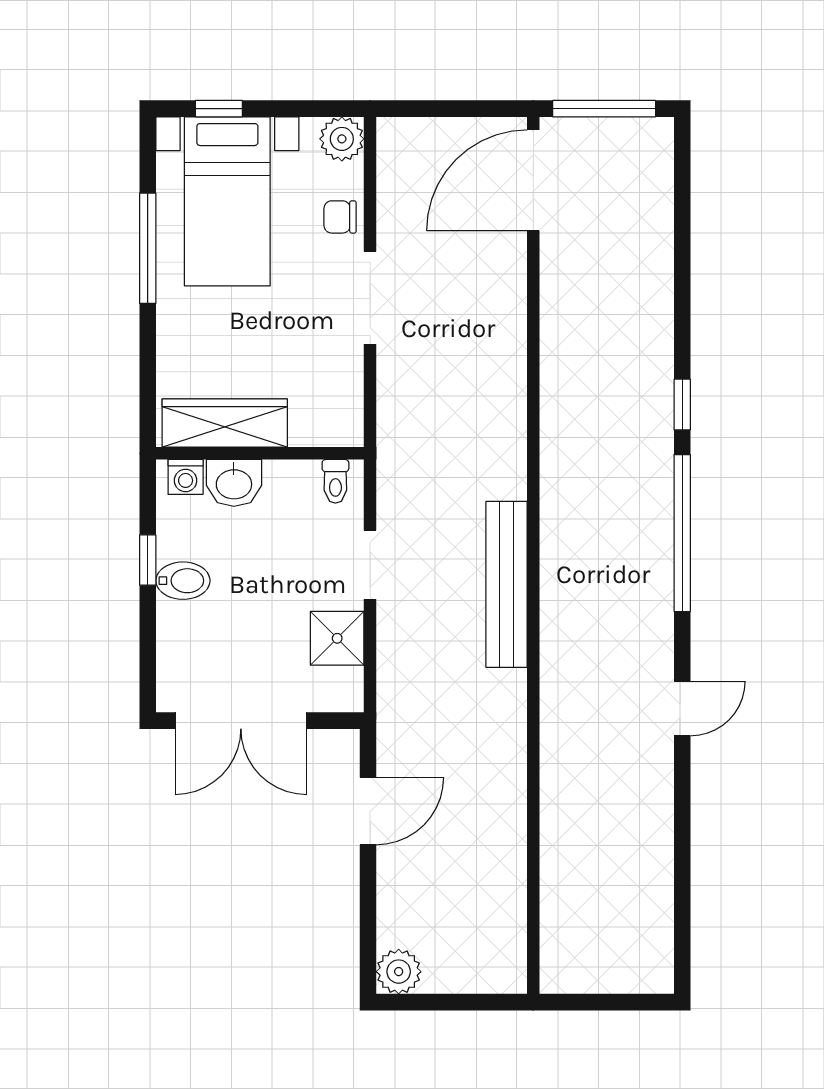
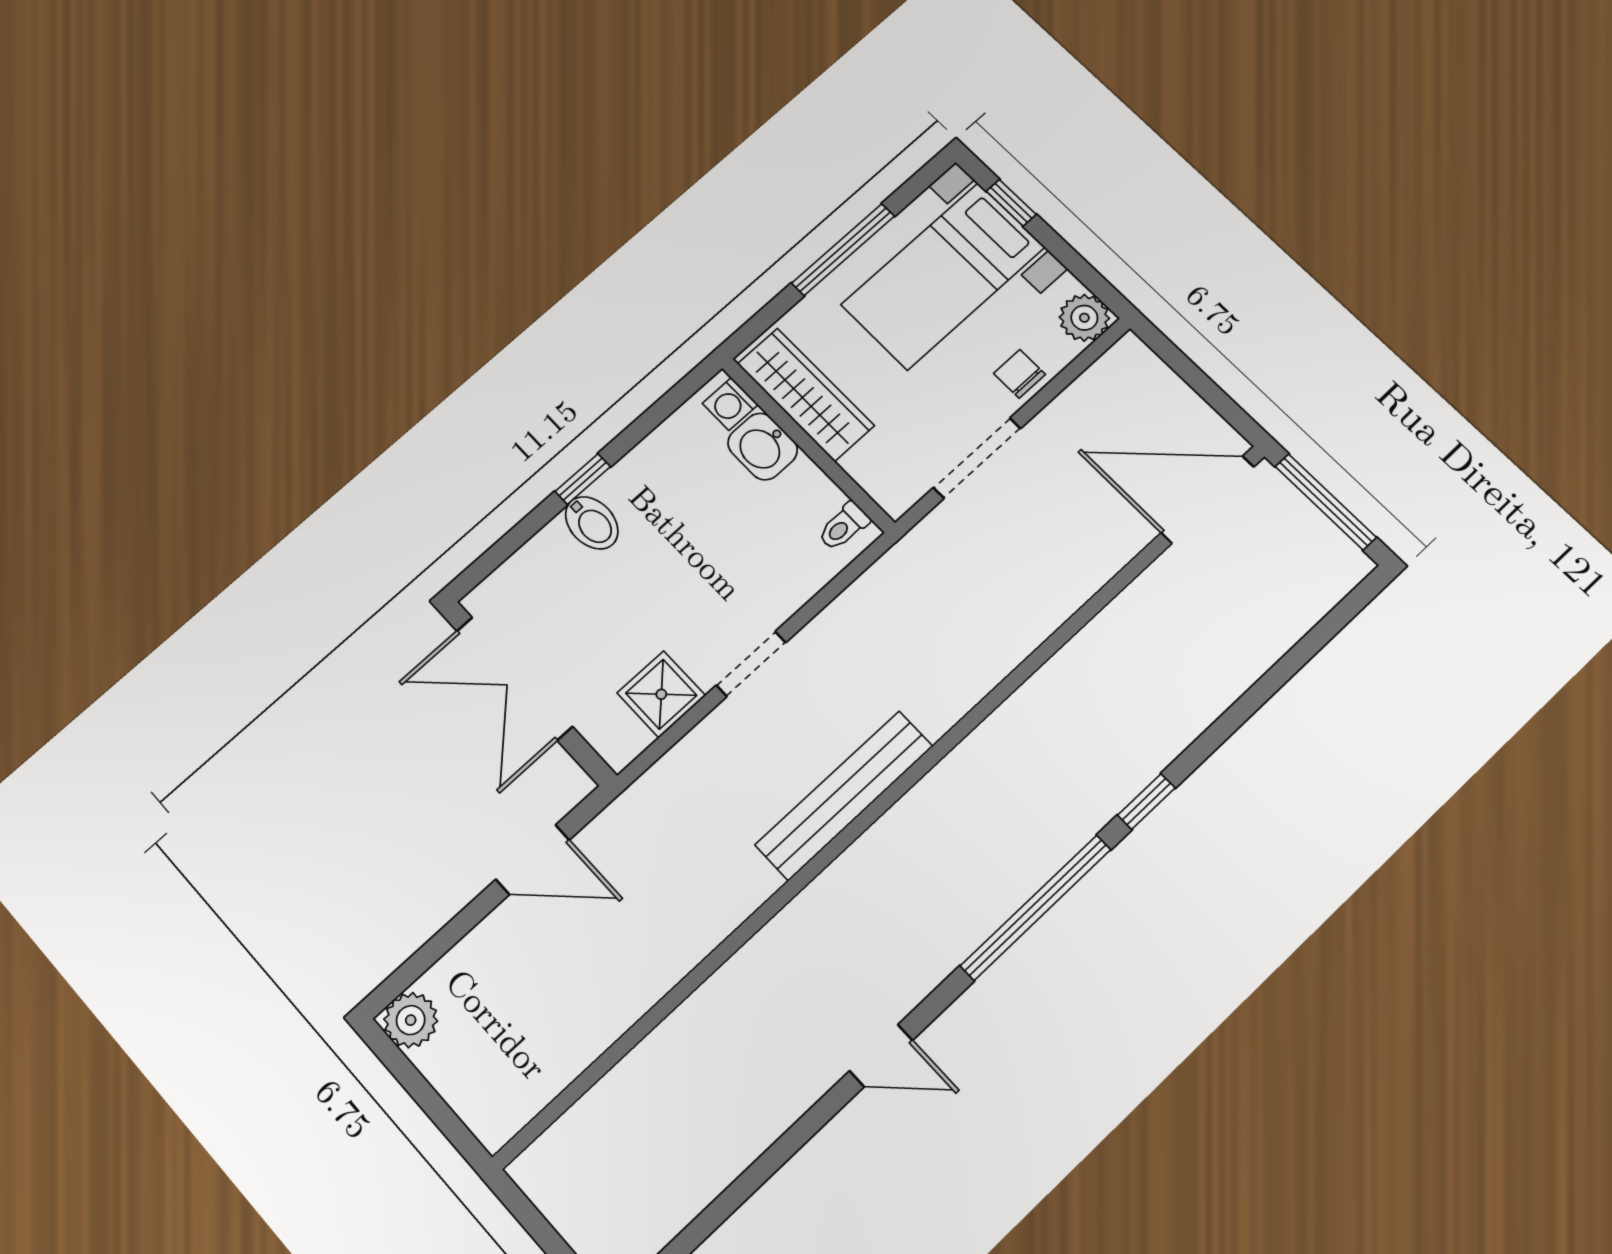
wardrobe: (225, 423) -> (806, 395), moved
wall: (260, 453) -> (808, 445), moved
washing machine: (186, 477) -> (730, 404), moved
toilet: (335, 481) -> (844, 526), moved
washbasin: (234, 483) -> (763, 446), moved

